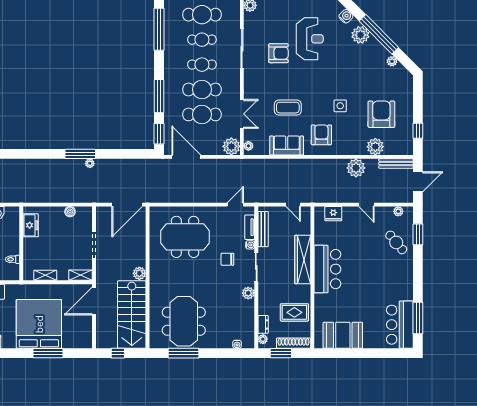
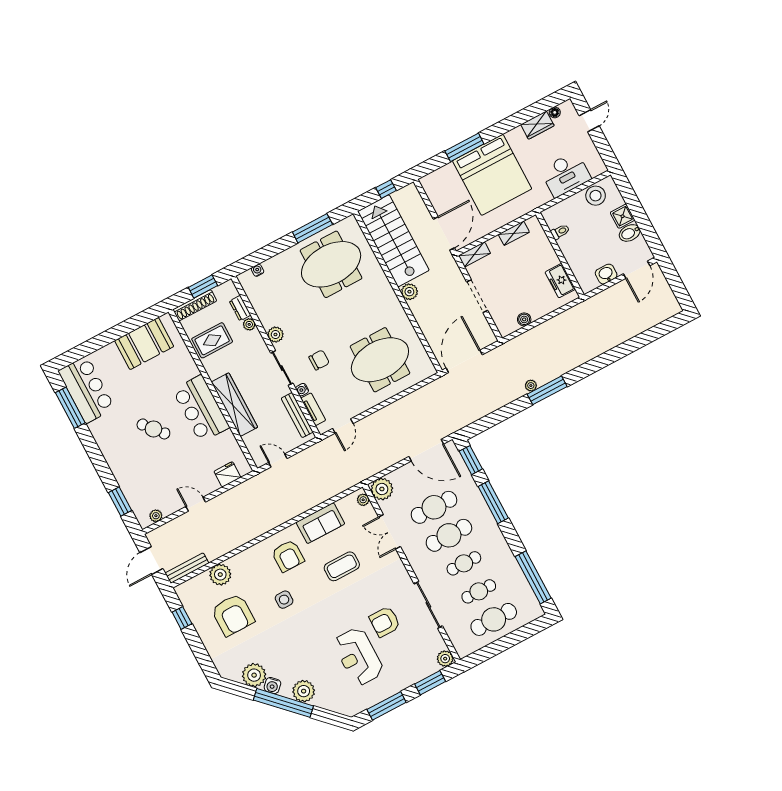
water cooler: (346, 16) -> (272, 685), moved
plant: (392, 61) -> (254, 675), width x1.88, depth x1.88
plant: (356, 168) -> (229, 539), removed
cafe table: (396, 242) -> (153, 429), moved
meeting table: (184, 321) -> (331, 264), turned 90
plant: (263, 339) -> (249, 324), moved

